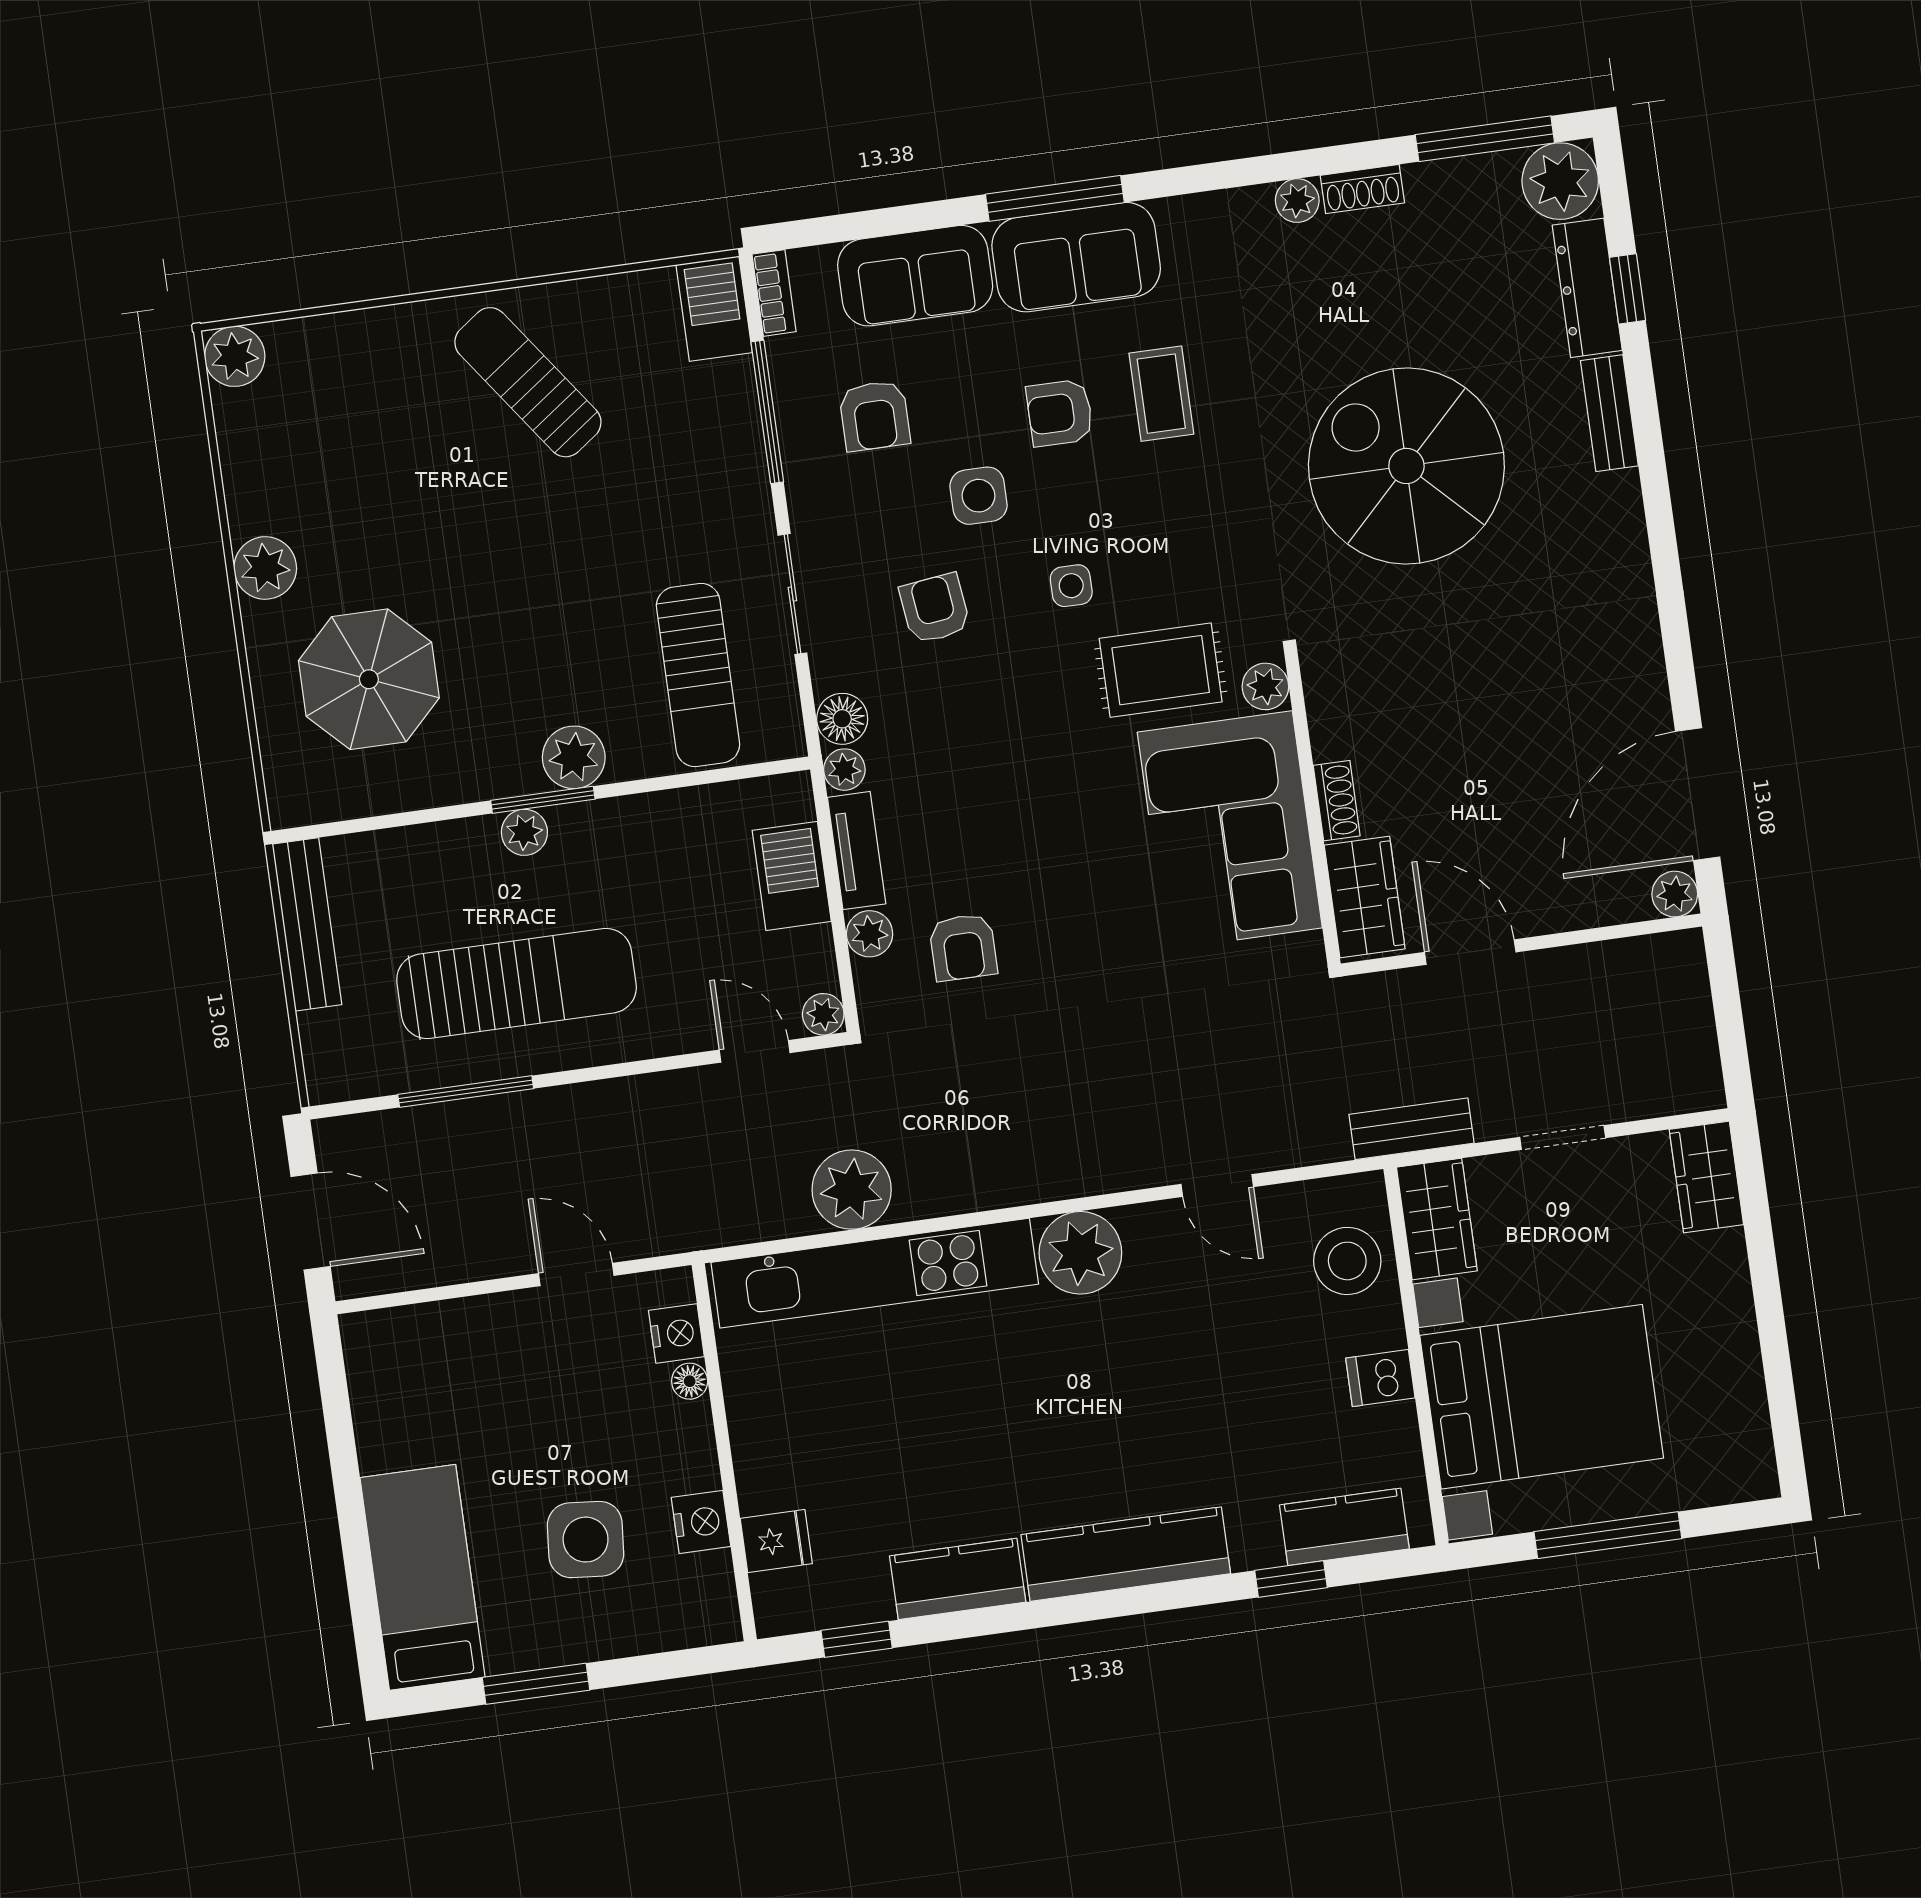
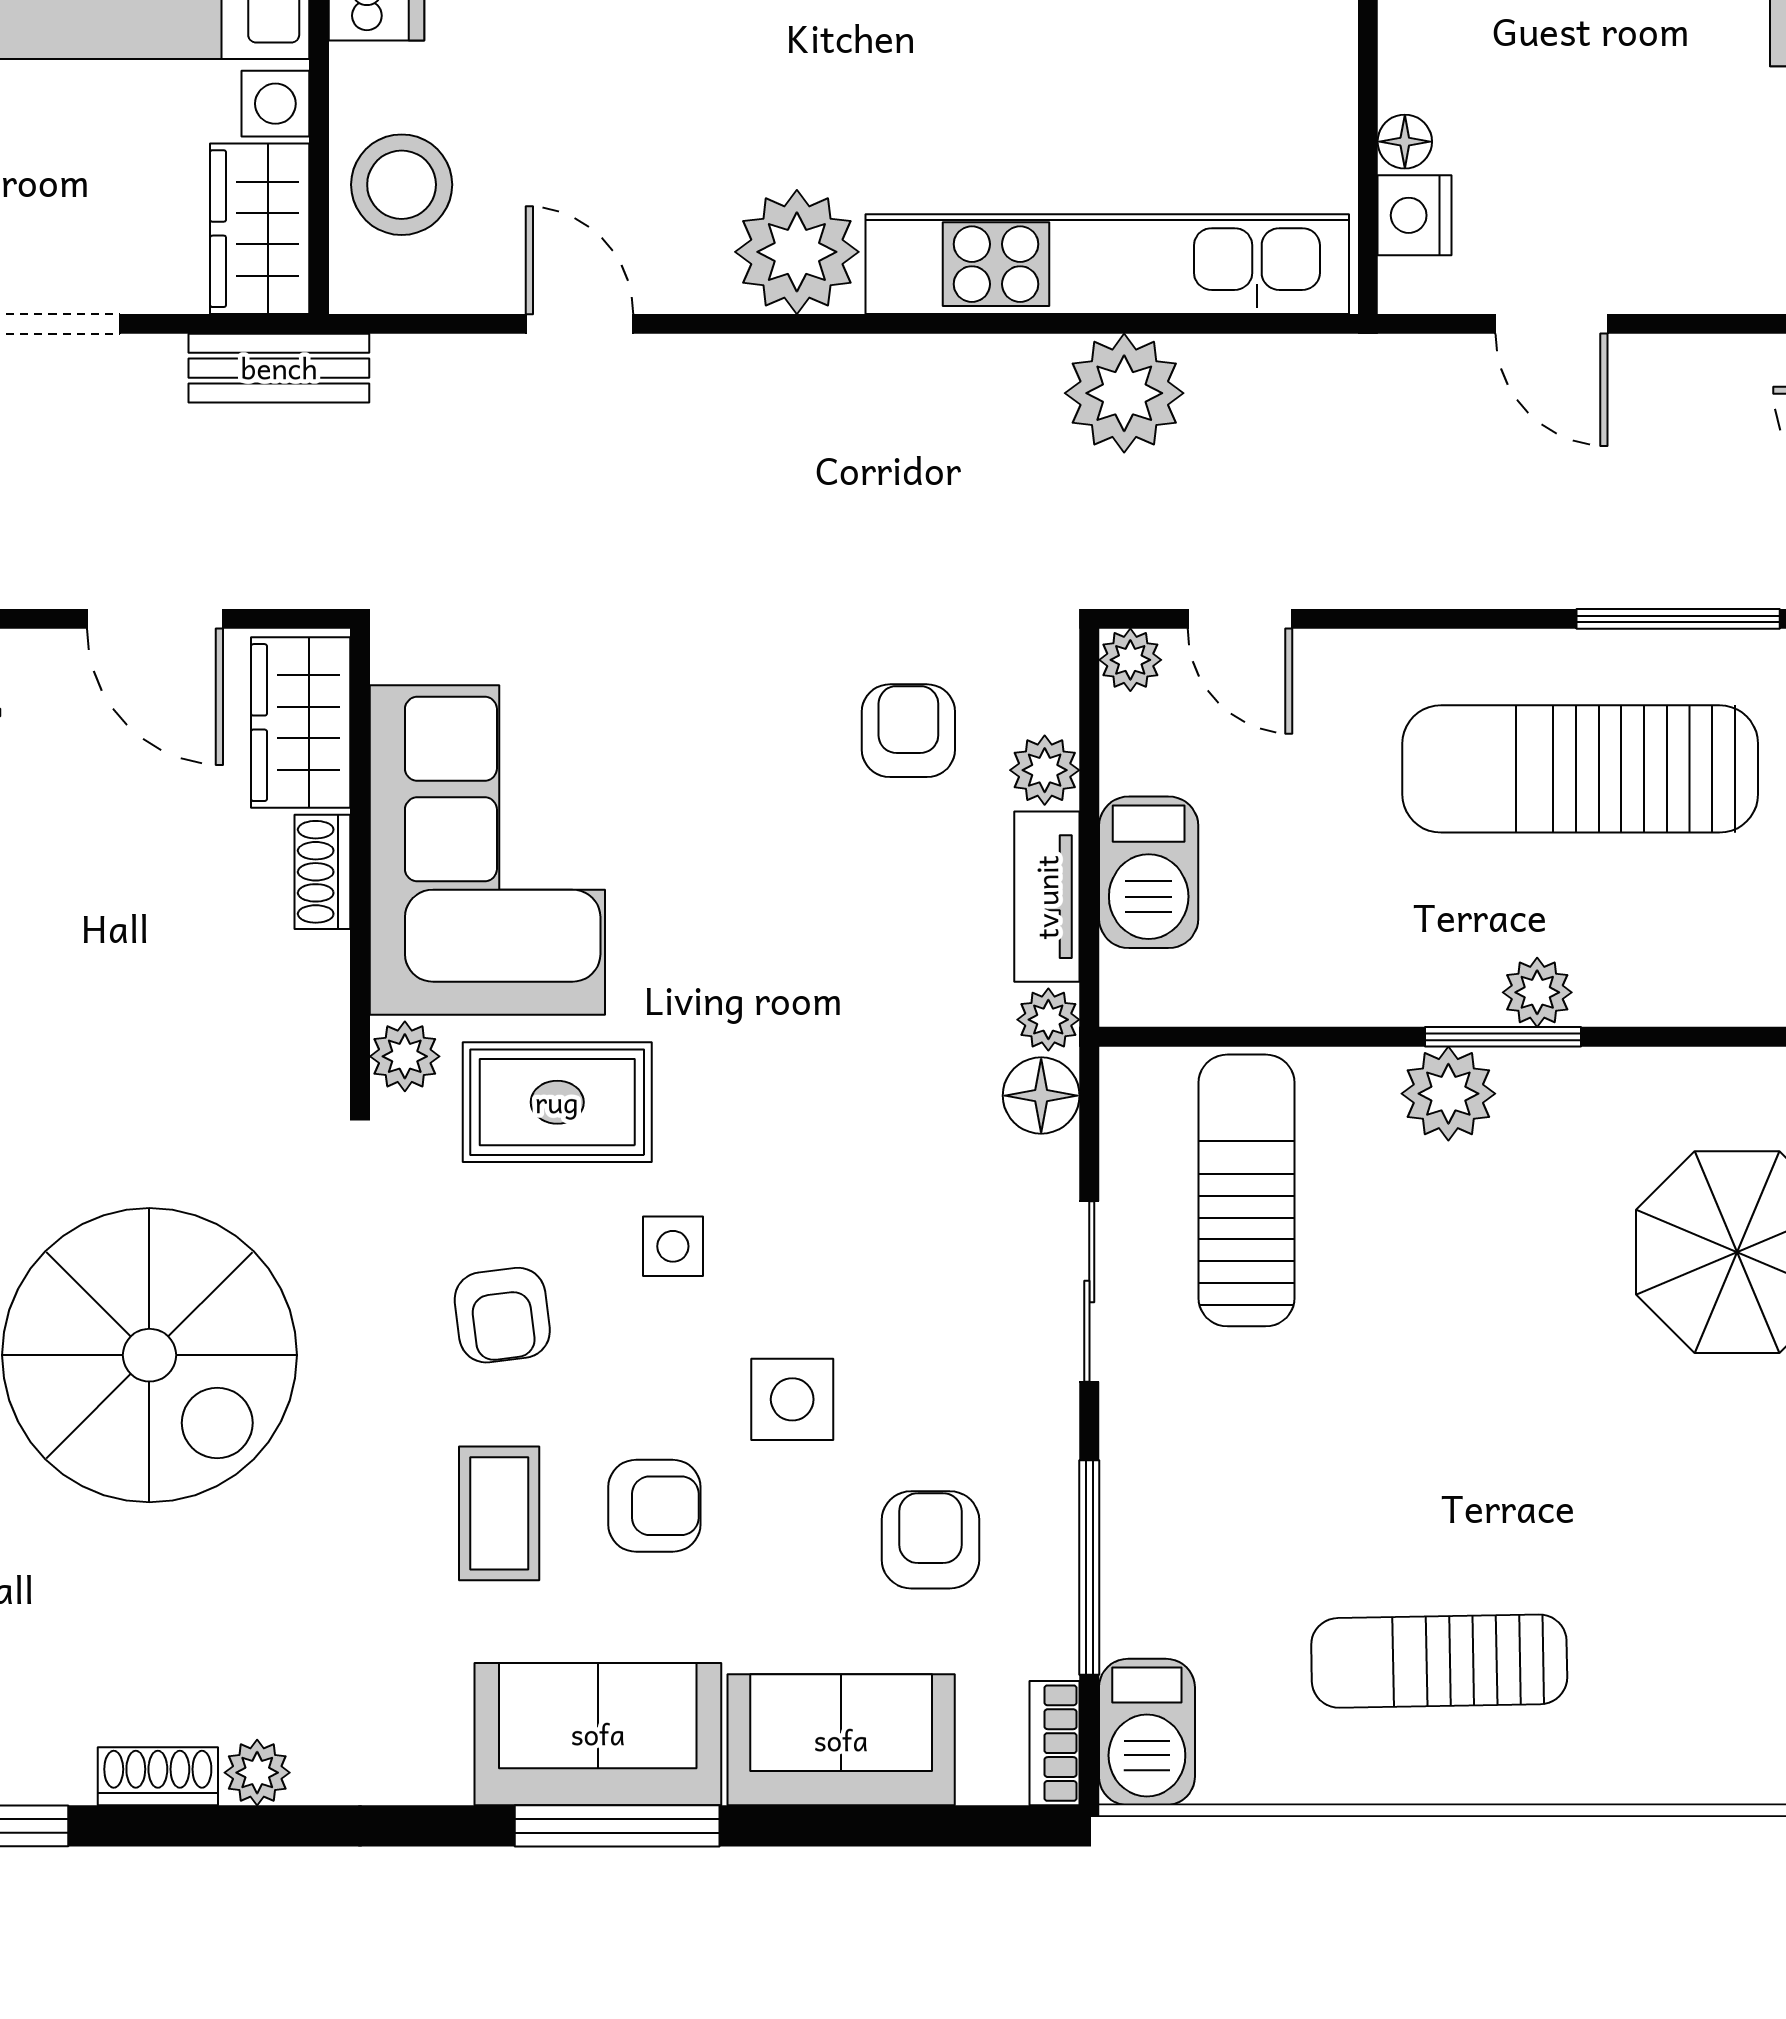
sun lounger: (528, 382) -> (1439, 1661), turned 125
armchair: (935, 608) -> (502, 1315), moved

